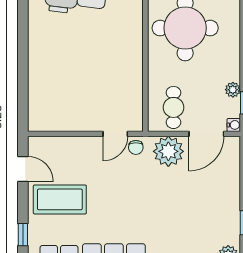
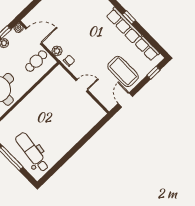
door: (115, 134) -> (82, 85), moved
plant: (168, 151) -> (57, 51), width x0.53, depth x0.53

